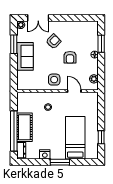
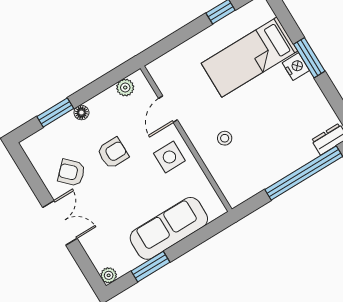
double door: (38, 18) -> (60, 223), moved
armchair: (54, 41) -> (72, 173), moved
sofa: (25, 56) -> (169, 228), width x1.36
cot: (24, 127) -> (286, 158), removed
nightstand: (45, 154) -> (296, 67), moved

